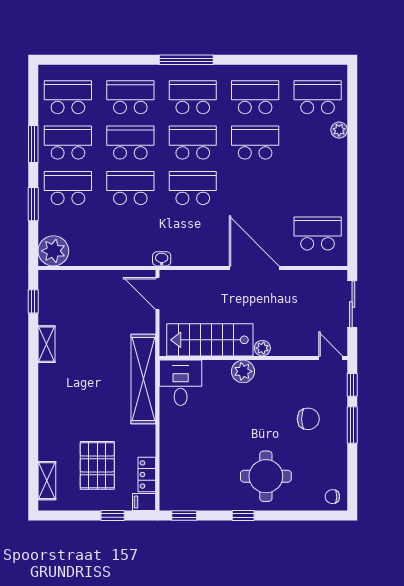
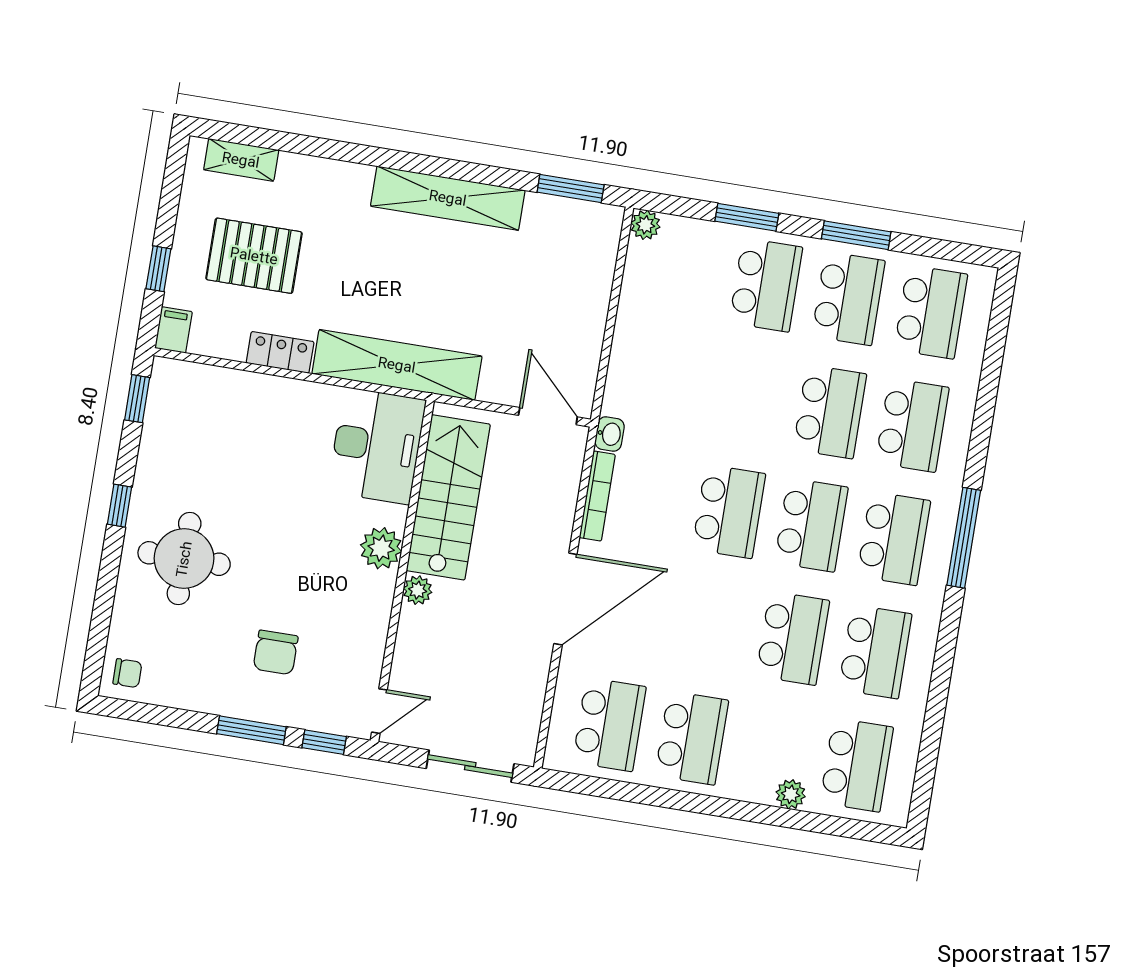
school desk: (130, 188) -> (692, 738), moved
plant: (53, 251) -> (645, 225), width x0.53, depth x0.53
bookcase: (196, 260) -> (597, 496), added
door: (158, 293) -> (548, 416), hinge flipped
window: (33, 301) -> (571, 188), width x1.50
shelving: (47, 344) -> (448, 198), width x2.20, depth x1.33
desk: (181, 383) -> (377, 446), width x1.37
locker: (147, 475) -> (280, 352), moved
chair: (332, 497) -> (127, 673), turned 90

